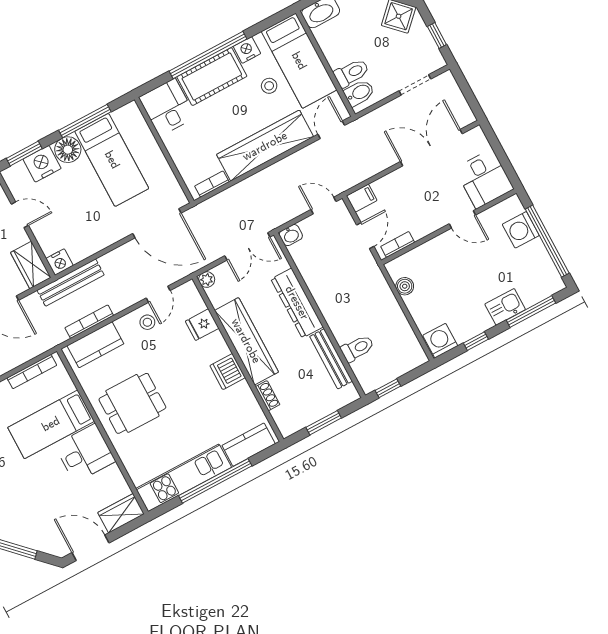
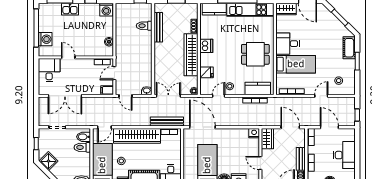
bench: (71, 283) -> (167, 122), moved
dresser: (297, 303) -> (160, 60), removed

